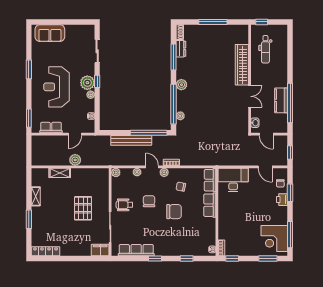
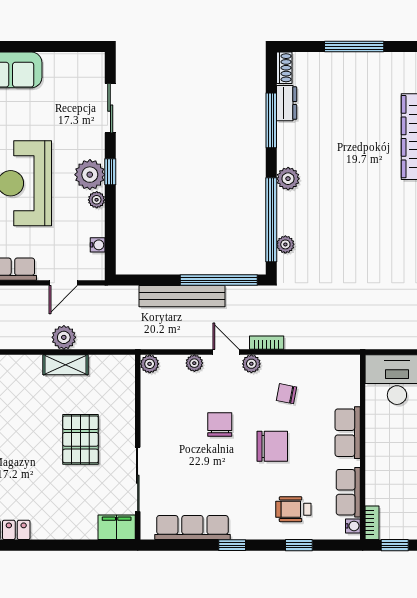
shelving: (60, 173) -> (66, 365), moved
row of seats: (210, 180) -> (348, 492), moved
wheelchair: (124, 205) -> (293, 509), moved

